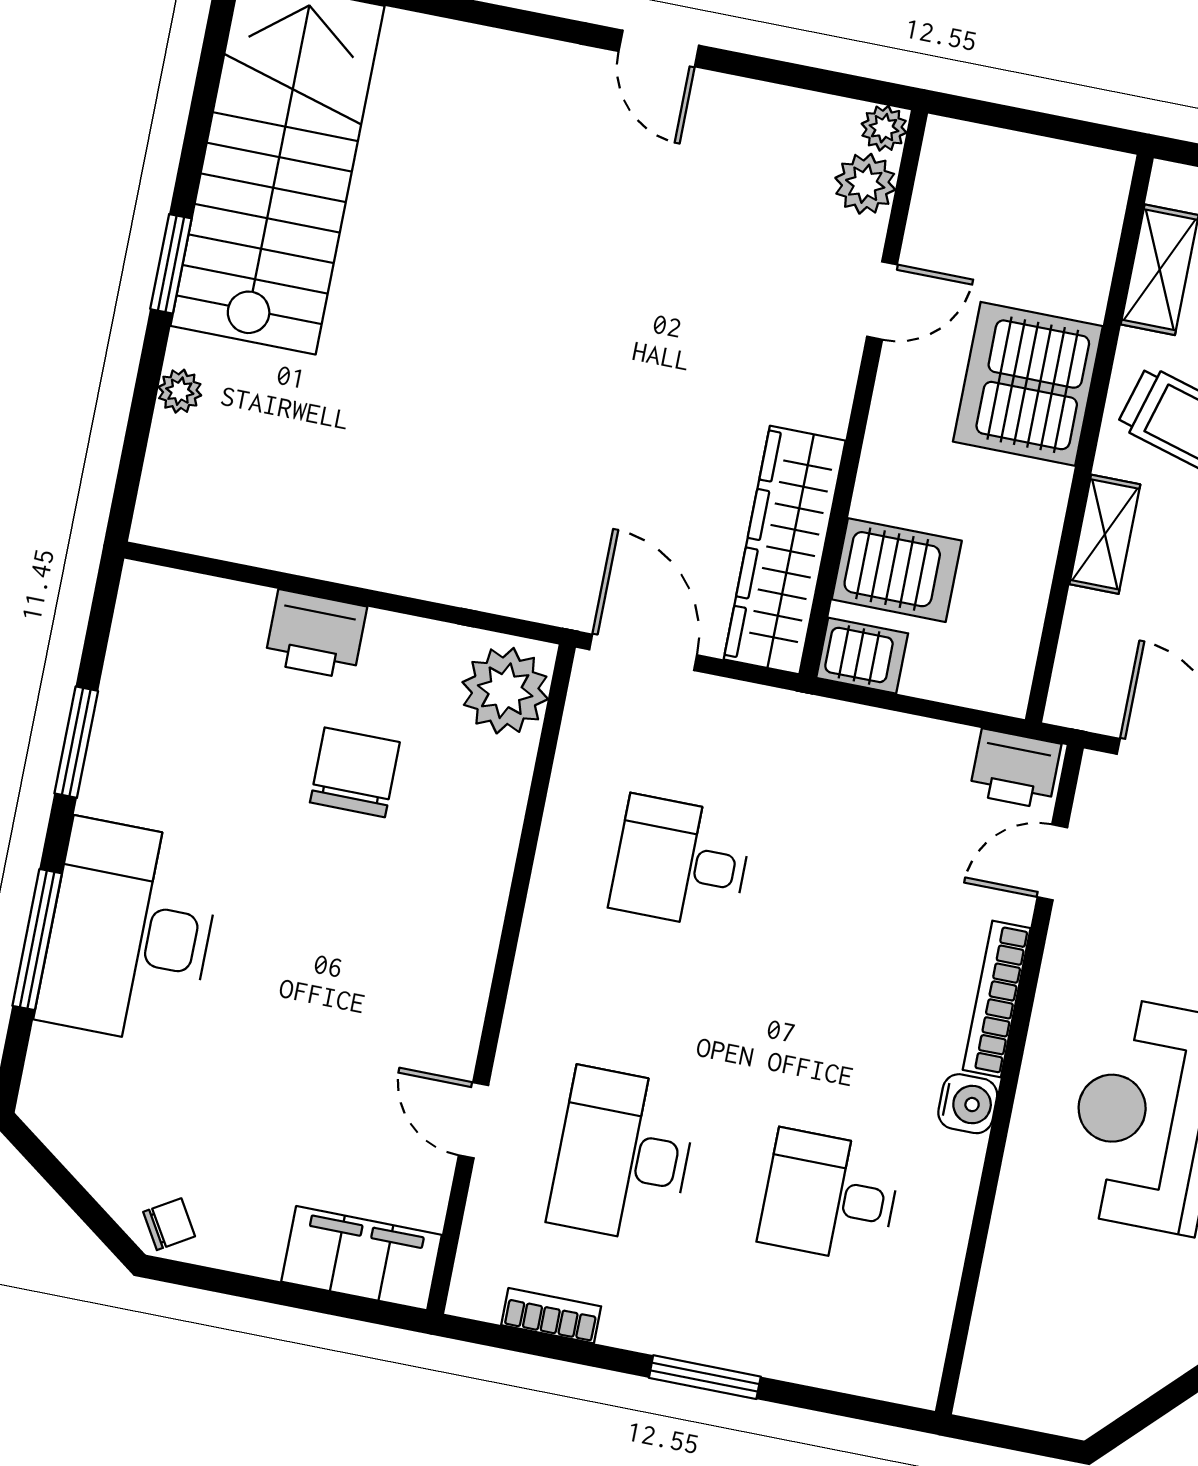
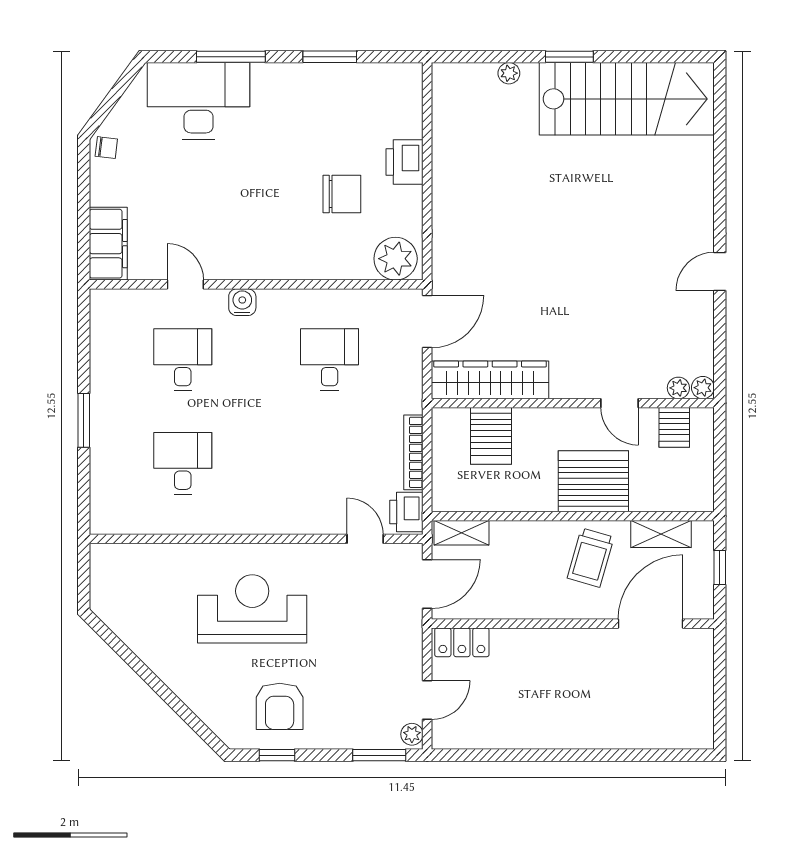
plant: (865, 184) -> (678, 388), width x0.73, depth x0.73
shelving: (1105, 534) -> (462, 533), moved
server rack: (862, 656) -> (674, 427), moved
desk: (130, 932) -> (199, 101), moved
bookcase: (997, 999) -> (413, 452), moved, turned -90
water cooler: (968, 1104) -> (242, 302), moved, turned 180
door: (473, 1120) -> (185, 284), hinge flipped
desk: (623, 1155) -> (183, 360), width x0.73
chair: (169, 1224) -> (106, 148), turned -52
bookcase: (551, 1316) -> (99, 340), removed

